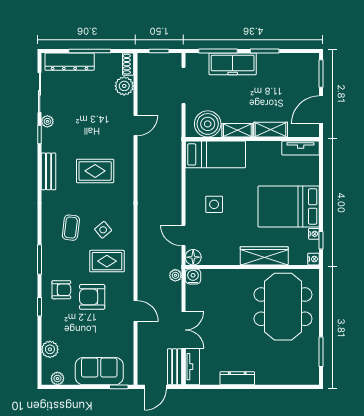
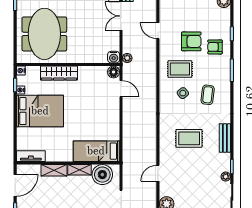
side table: (214, 204) -> (97, 113), removed

